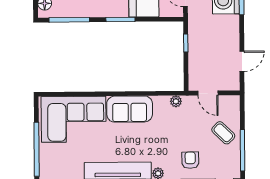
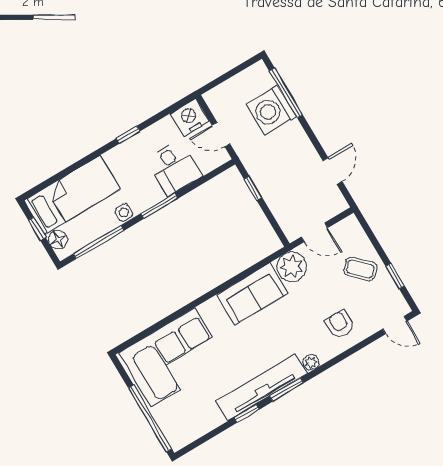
side table: (96, 11) -> (124, 213), added
plant: (176, 101) -> (292, 267), width x1.87, depth x1.87
sofa: (130, 109) -> (252, 294), moved
window: (242, 150) -> (395, 276), width x0.46

